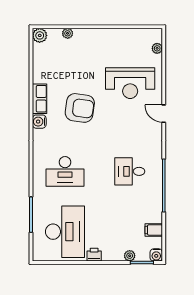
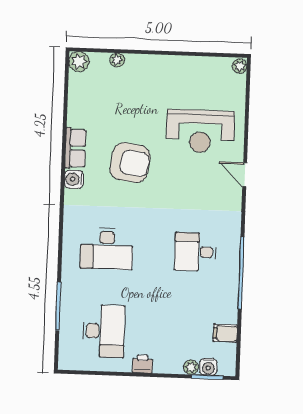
plant: (157, 48) -> (240, 66), moved
desk: (65, 232) -> (104, 331), width x0.73, depth x0.77
water cooler: (156, 255) -> (208, 367), moved

